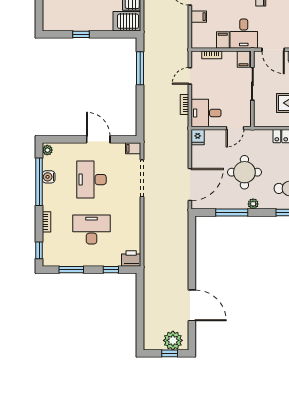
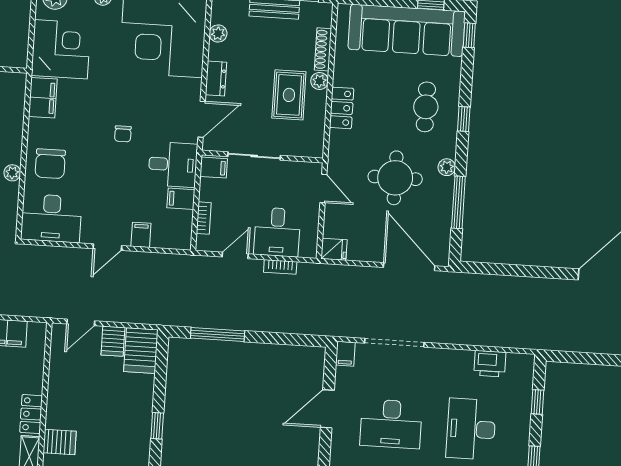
door: (190, 76) -> (235, 255), swing flipped
desk: (206, 113) -> (277, 232), moved
printer: (131, 258) -> (490, 364), moved, turned -90

